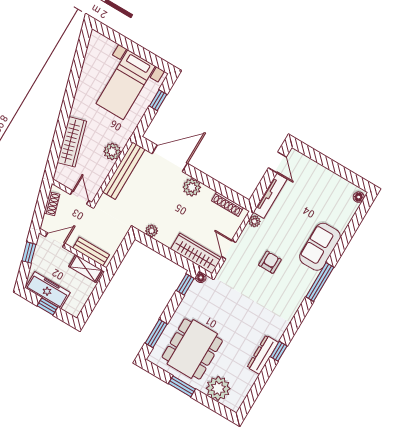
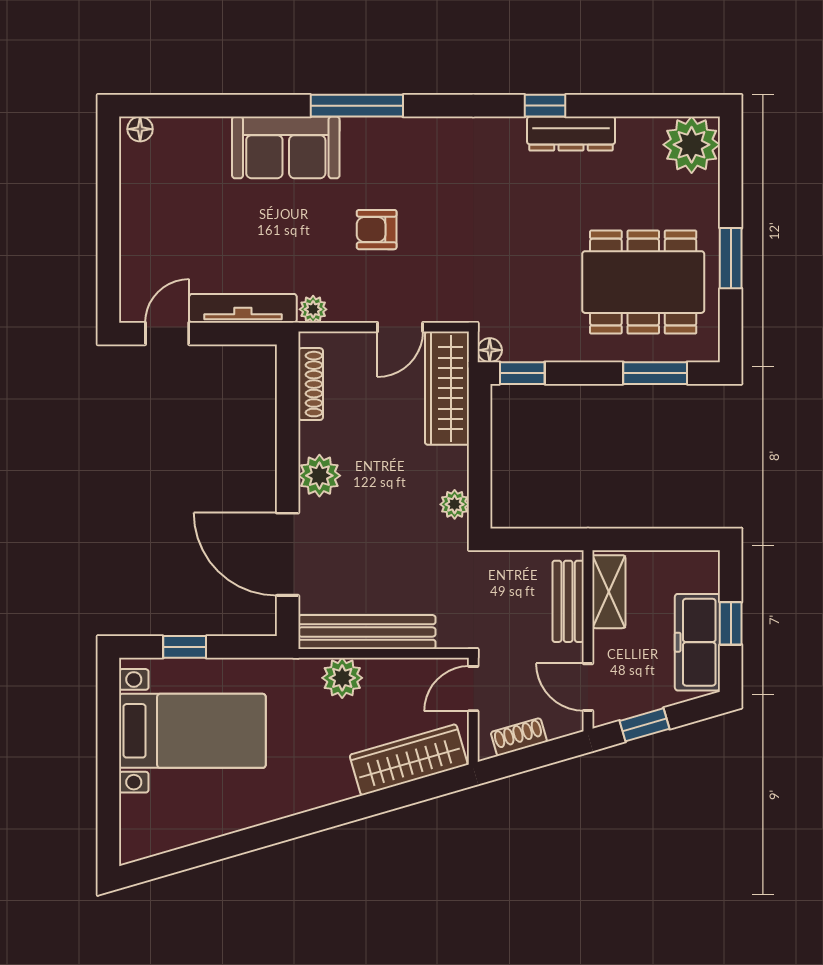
wardrobe: (72, 142) -> (409, 760), moved
plant: (218, 388) -> (692, 145), moved

